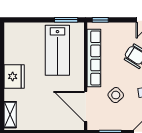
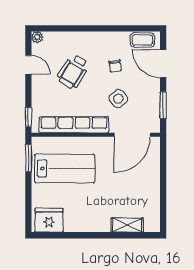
fridge: (14, 76) -> (49, 220), moved
shelving: (10, 115) -> (127, 225), moved

